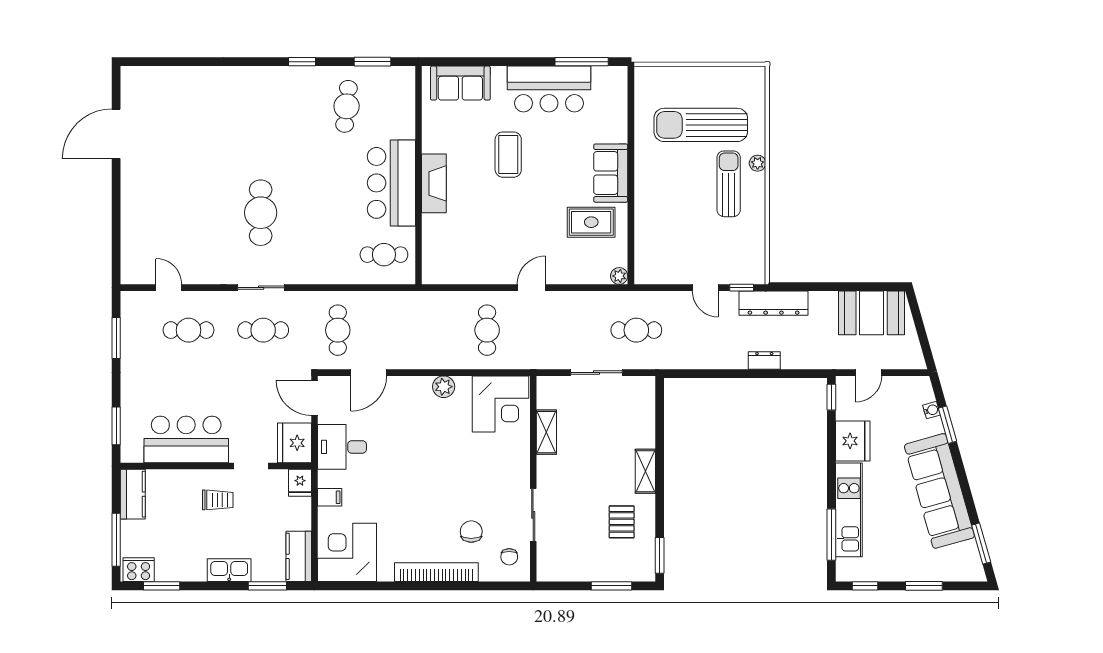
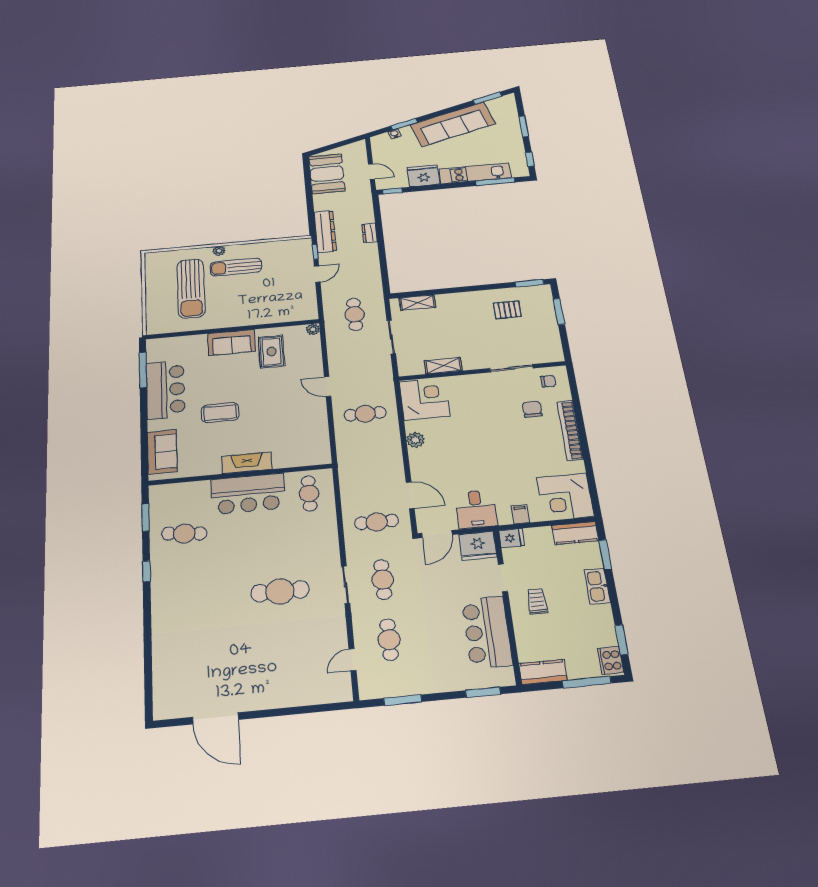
shelving: (645, 471) -> (417, 303), moved
chair: (471, 532) -> (532, 409), turned 90

